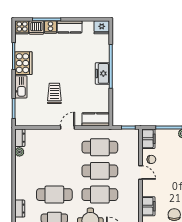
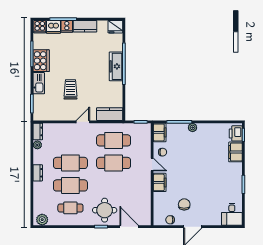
freezer: (102, 73) -> (116, 66), width x1.40
cafe table: (100, 195) -> (70, 163), moved
filing cabinet: (148, 206) -> (160, 182), moved
dresser: (20, 209) -> (38, 173), moved

